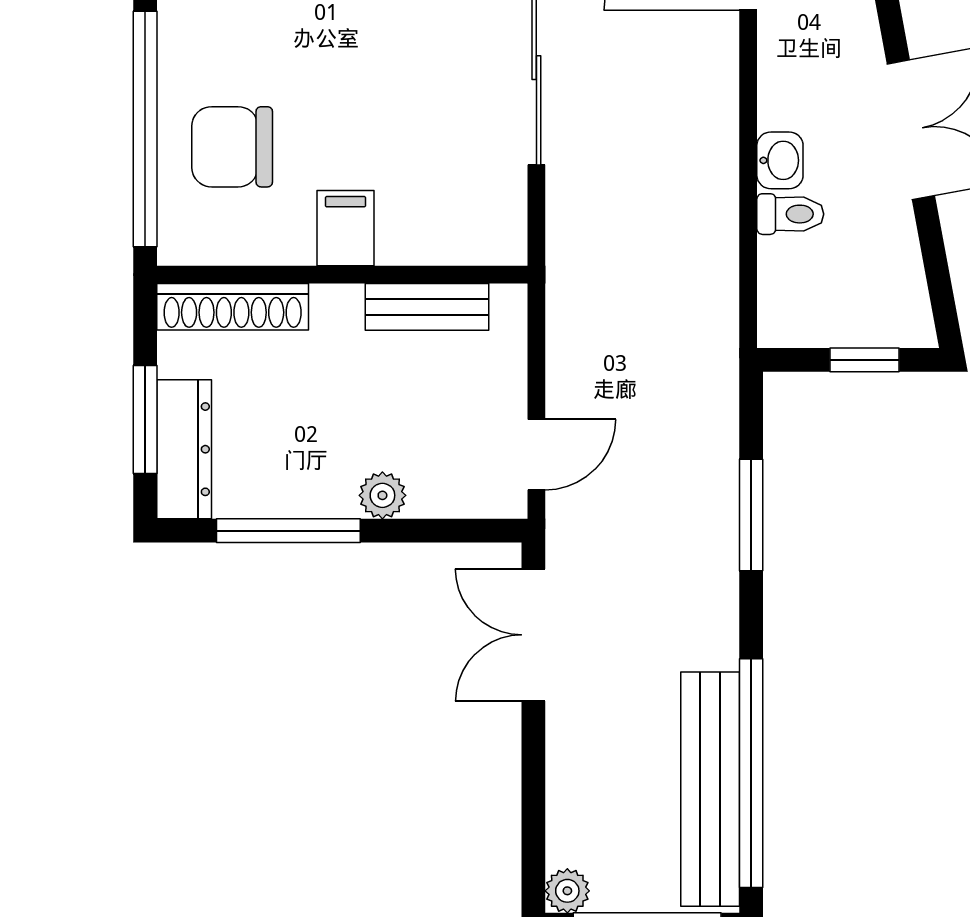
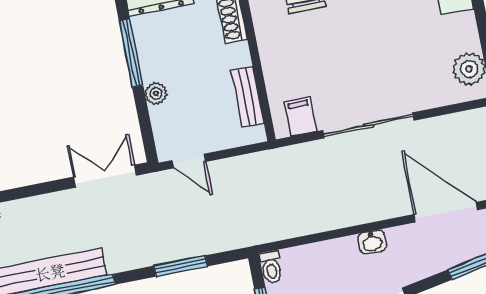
washbasin: (780, 160) -> (372, 242), moved
toilet: (790, 214) -> (271, 267), moved
filing cabinet: (345, 228) -> (301, 116), moved, turned -90

